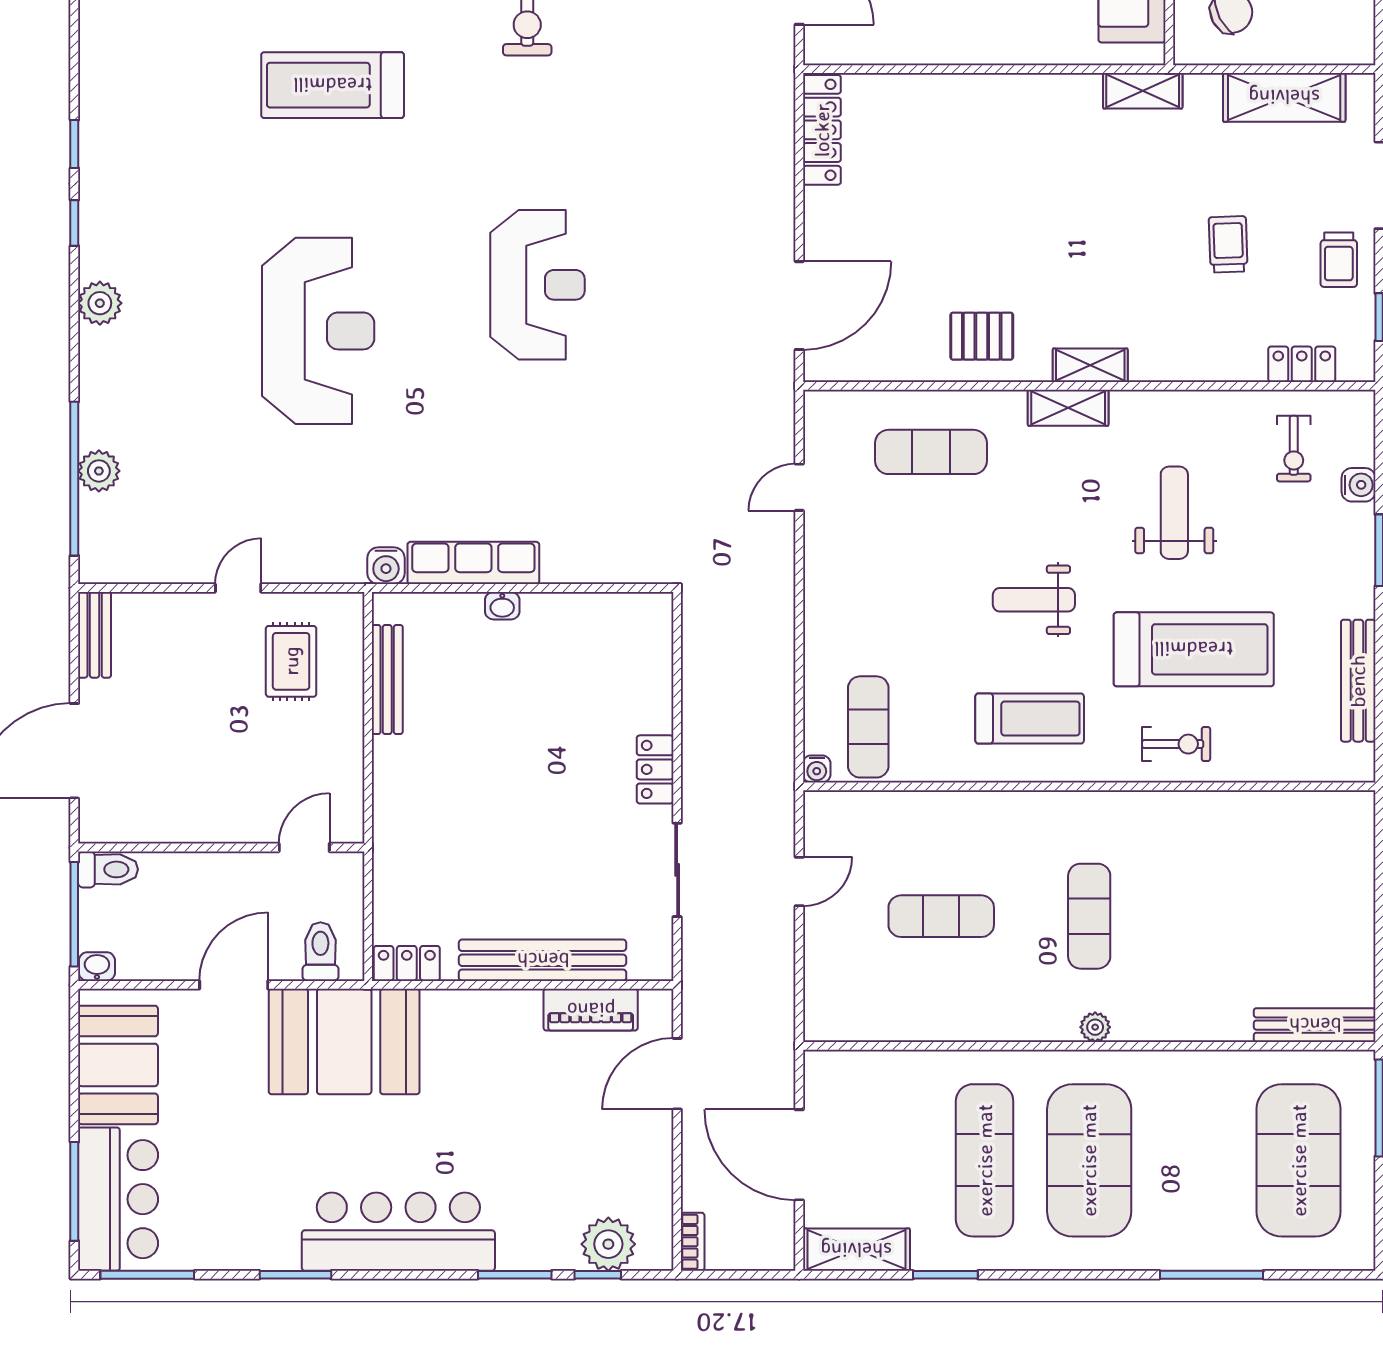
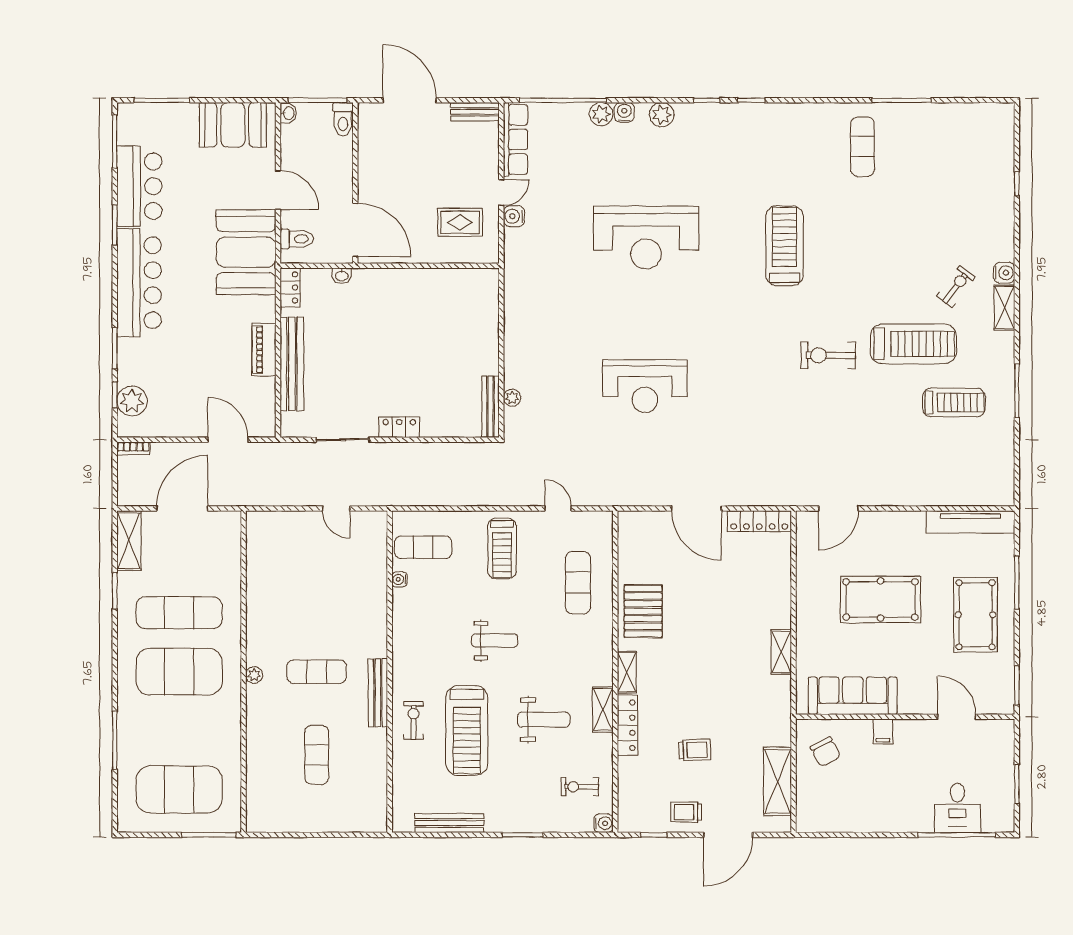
shelving: (1143, 91) -> (781, 652), moved
reception desk: (537, 285) -> (645, 386), moved
door: (799, 306) -> (696, 508), moved
pallet: (982, 336) -> (643, 611), width x1.50, depth x1.42
locker: (1302, 364) -> (627, 725), moved, width x1.53
water cooler: (96, 370) -> (624, 112), added
shelving: (1068, 408) -> (603, 710), moved
plant: (99, 471) -> (601, 114), moved
water cooler: (1358, 485) -> (604, 823), moved, turned -90
row of seats: (473, 563) -> (515, 139), moved
water cooler: (386, 566) -> (514, 216), moved
plant: (602, 569) -> (512, 398), added
door: (238, 588) -> (501, 193), hinge flipped
weight bench: (1034, 600) -> (495, 641), turned 90
washbasin: (502, 606) -> (342, 276), moved, turned -90
bench: (387, 680) -> (491, 407), moved, turned 90
treadmill: (1030, 718) -> (502, 549), moved
exercise bike: (1176, 744) -> (413, 721), turned 180
water cooler: (817, 769) -> (399, 579), moved
door: (304, 847) -> (355, 230), width x1.87
exercise mat: (941, 916) -> (317, 755), moved
piano: (591, 1010) -> (264, 350), moved
bench: (1315, 1025) -> (378, 693), moved
bar counter: (118, 1199) -> (139, 186), moved, turned -90

